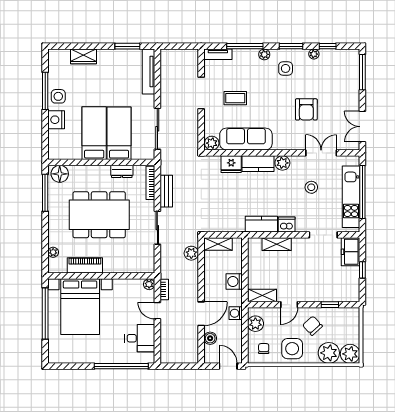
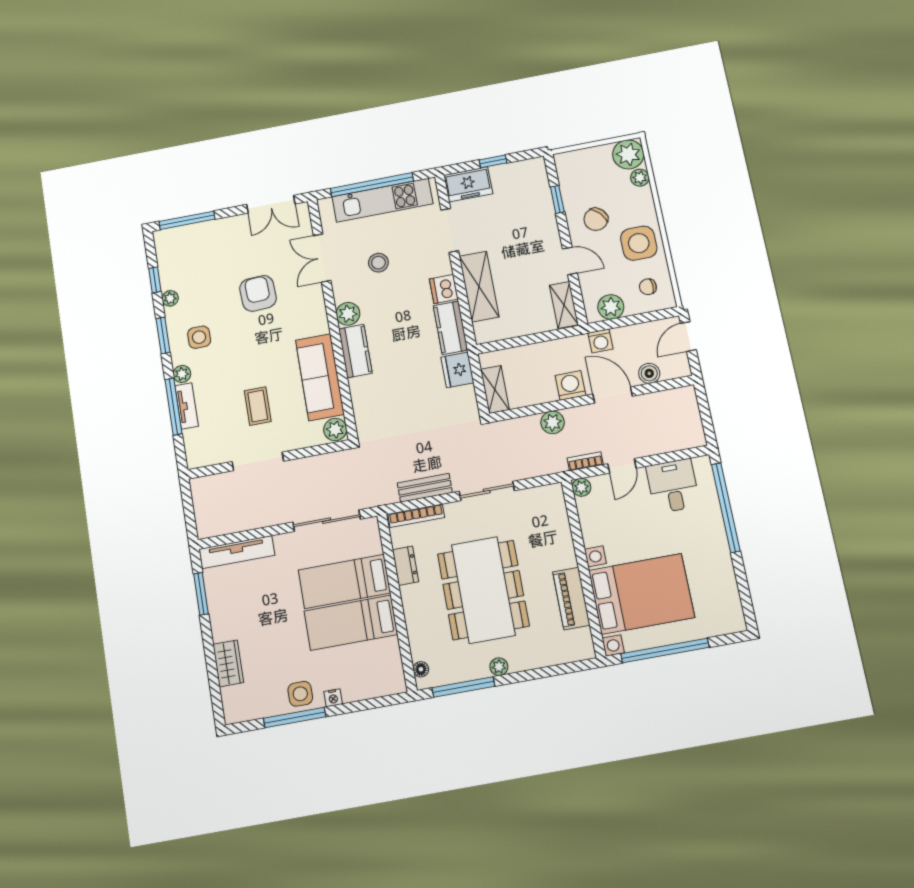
tv unit: (218, 54) -> (187, 406), moved
armchair: (306, 109) -> (258, 293), turned -93
nightstand: (56, 120) -> (333, 698), width x0.53, depth x0.56
fridge: (231, 164) -> (457, 370), moved, turned 180
floor lamp: (60, 174) -> (421, 669), width x0.53, depth x0.53
shelving: (277, 244) -> (479, 287), width x1.50, depth x1.33
plant: (53, 252) -> (499, 667), moved
plant: (191, 253) -> (553, 422), moved
washing machine: (234, 281) -> (570, 385), moved, turned 180
plant: (329, 353) -> (640, 178), width x0.53, depth x0.53

